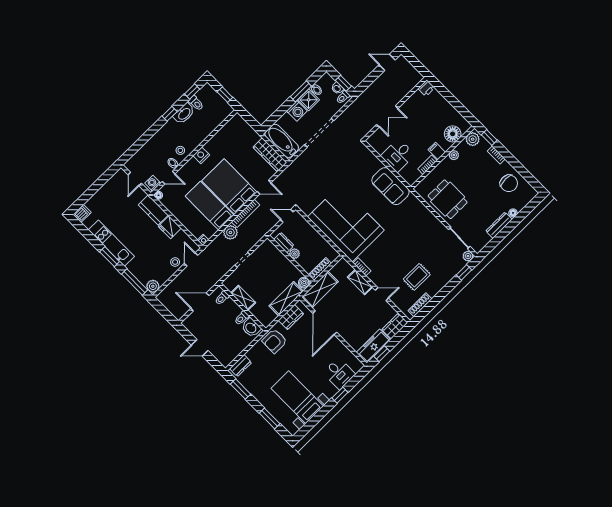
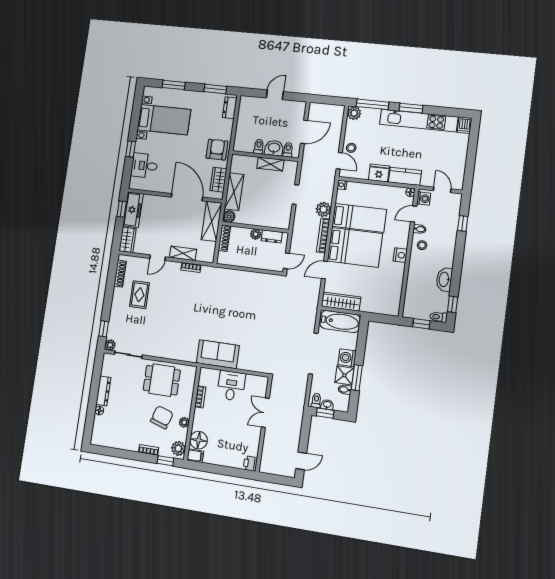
toilet: (196, 103) -> (438, 317), moved
window: (170, 114) -> (463, 223), moved
filing cabinet: (437, 151) -> (195, 456), moved
chair: (509, 183) -> (162, 417), moved, turned 108
corner sofa: (346, 224) -> (231, 293), removed
kitchen unit: (111, 243) -> (419, 120), width x1.36
washbasin: (251, 328) -> (274, 148), moved

